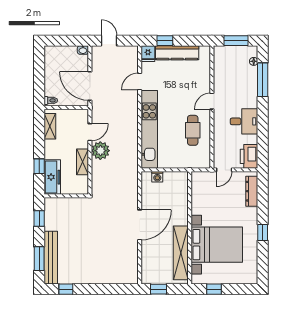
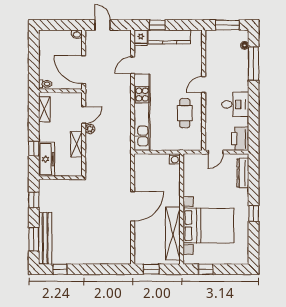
plant: (100, 151) -> (90, 129), width x0.53, depth x0.53
washing machine: (157, 177) -> (175, 159), moved

